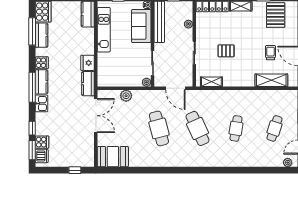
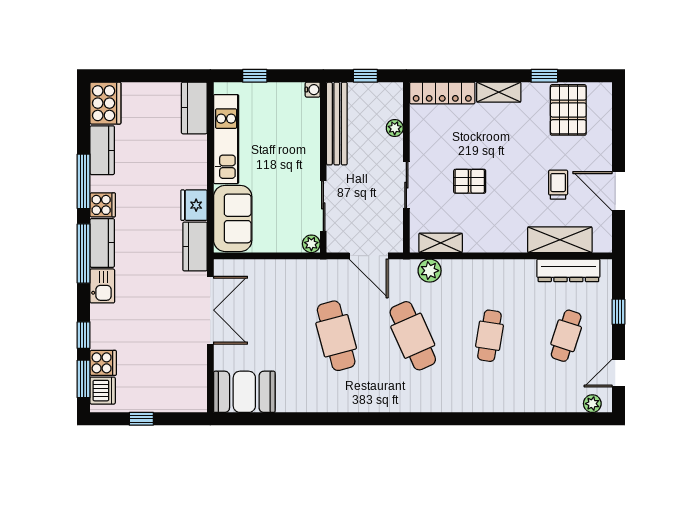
sofa: (141, 26) -> (233, 218), moved, turned 180
window: (32, 31) -> (84, 181), moved
plant: (126, 96) -> (430, 271), moved
dresser: (276, 96) -> (568, 270), added
window: (75, 170) -> (141, 419), moved

